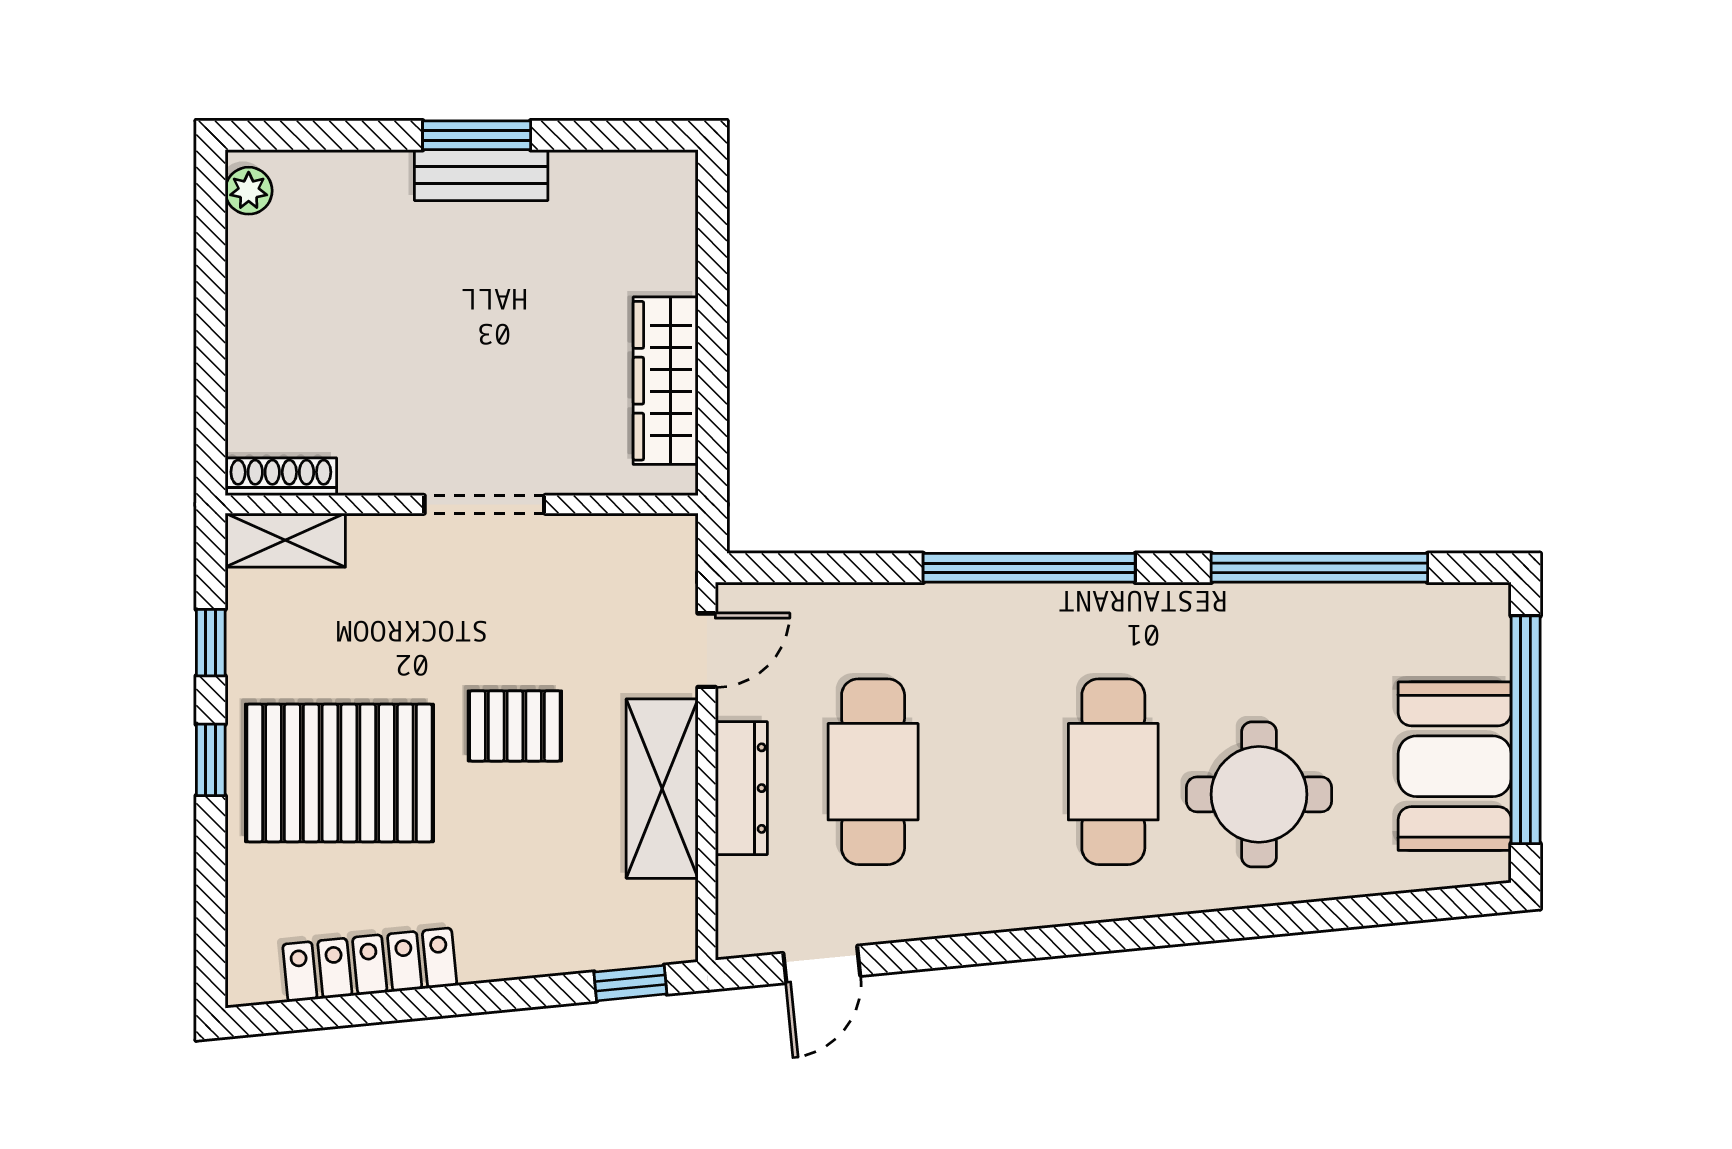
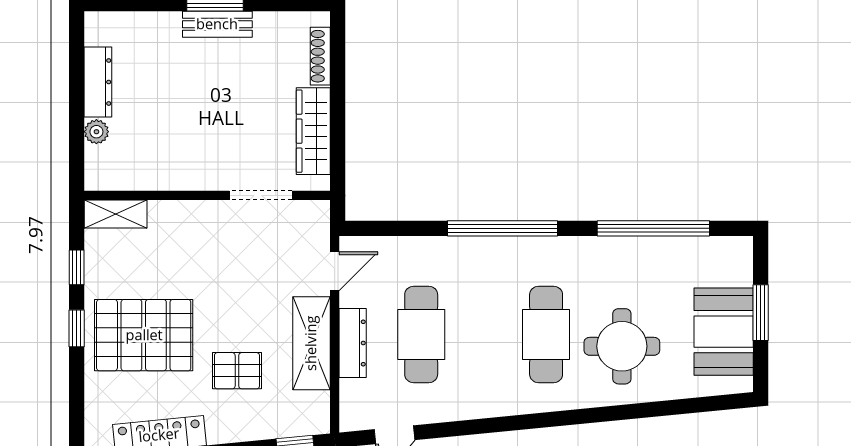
plant: (249, 191) -> (96, 132), moved
dresser: (251, 286) -> (98, 82), added
shoe rack: (281, 477) -> (320, 56), moved, turned -90
doorway: (484, 504) -> (261, 195), moved
pallet: (515, 726) -> (237, 371), moved
window: (1526, 730) -> (761, 313), width x0.47

